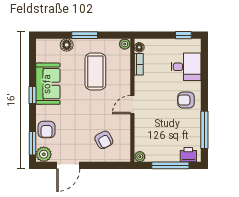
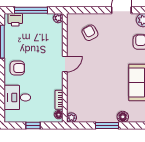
window: (183, 35) -> (33, 126), moved
coffee table: (95, 71) -> (97, 93), removed

